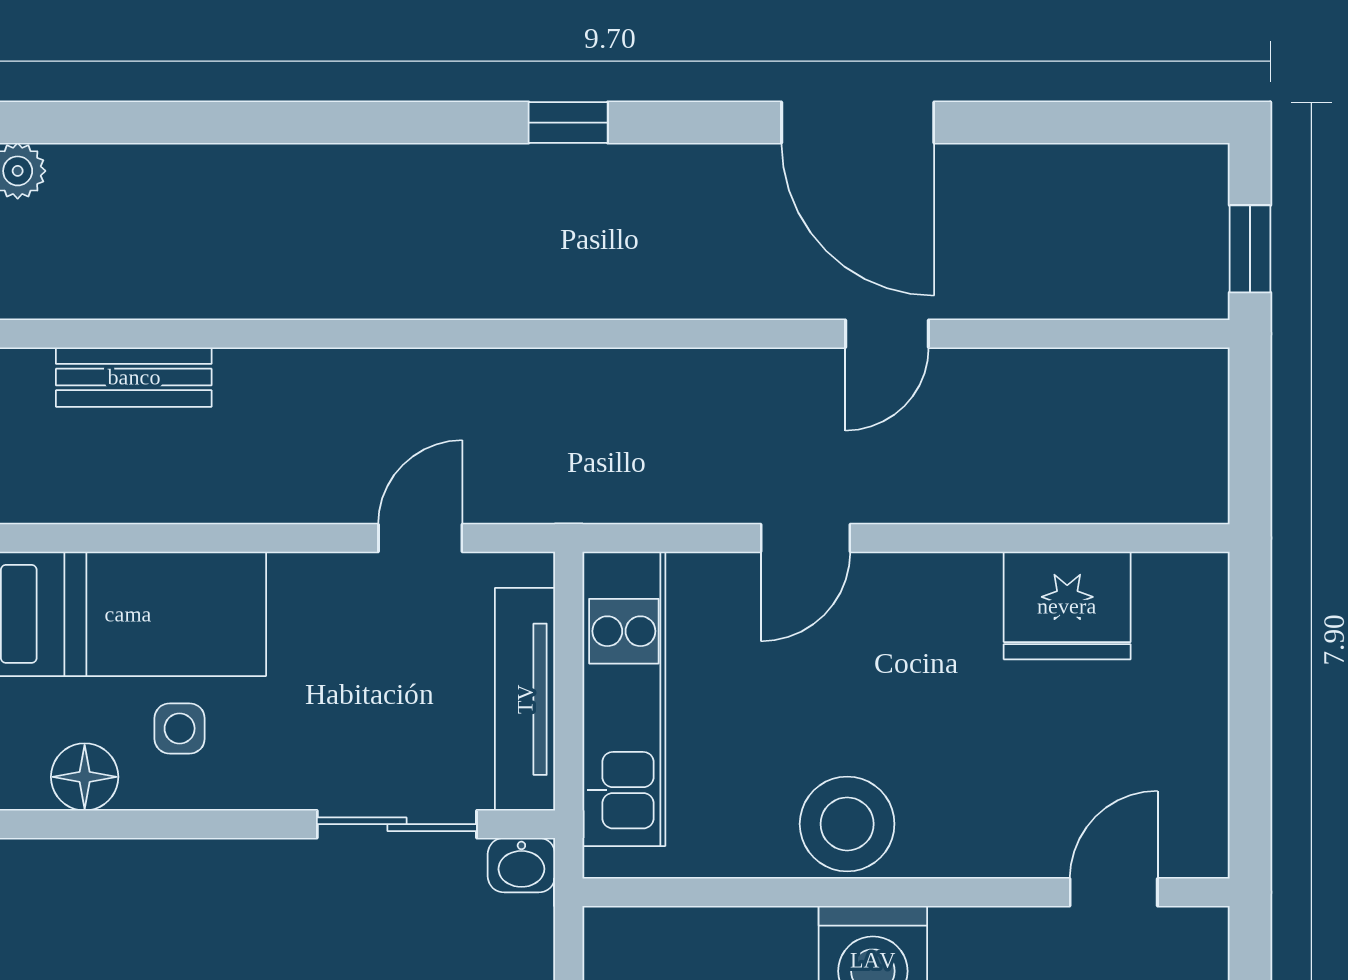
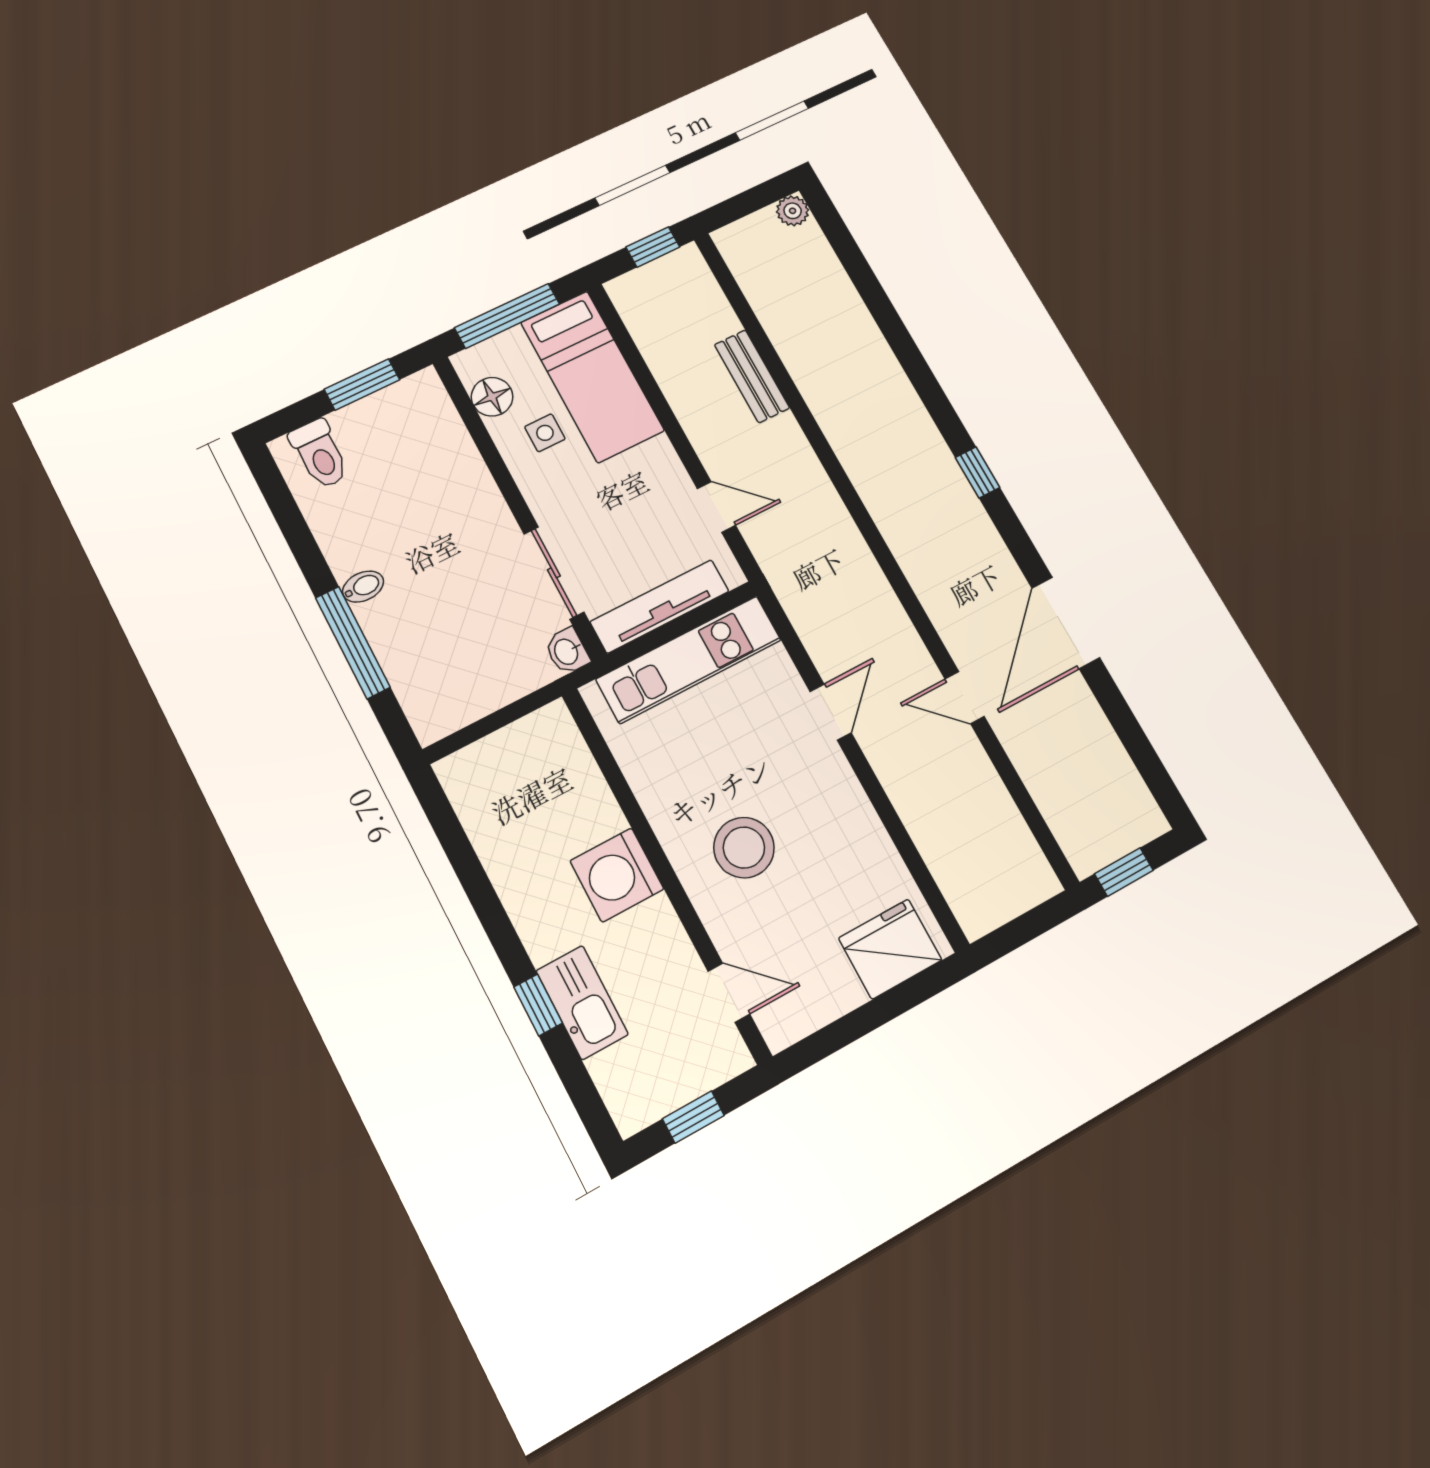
bench: (134, 377) -> (752, 376), moved
door: (806, 538) -> (831, 712), swing flipped
fridge: (1067, 606) -> (890, 949), moved, turned 90
stool: (847, 824) -> (744, 848), moved

